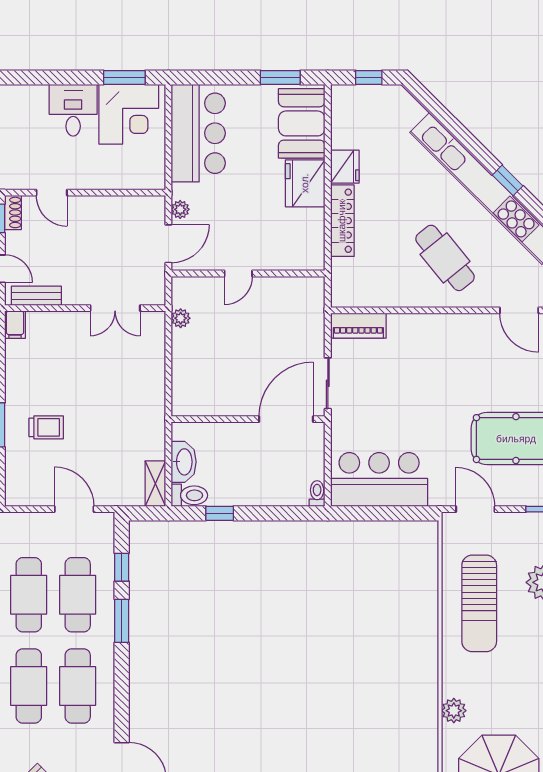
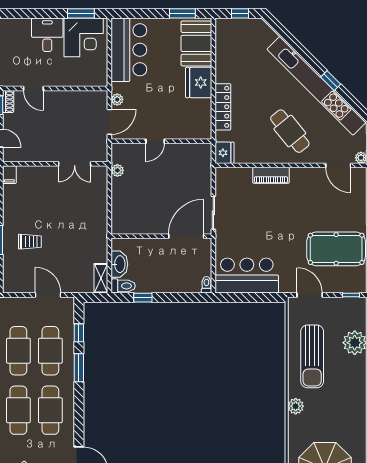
fridge: (345, 167) -> (224, 153), moved
bench: (36, 296) -> (23, 156), removed
piano: (358, 326) -> (271, 175), moved
plant: (454, 711) -> (296, 406), moved

